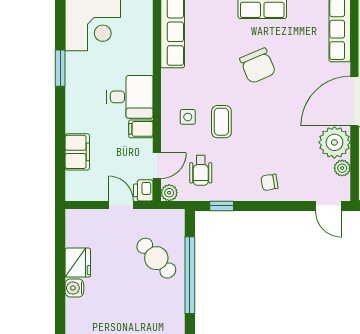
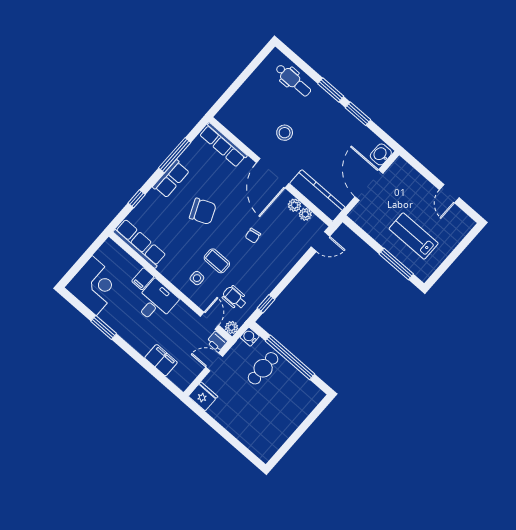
filing cabinet: (141, 129) -> (143, 279), moved
plant: (334, 142) -> (295, 205), width x0.53, depth x0.53
wheelchair: (201, 170) -> (235, 298), turned 180
chair: (269, 182) -> (253, 236), moved
cafe table: (156, 258) -> (263, 368), turned -47
fridge: (78, 263) -> (203, 396), moved
water cooler: (74, 288) -> (250, 337), moved, turned 90

